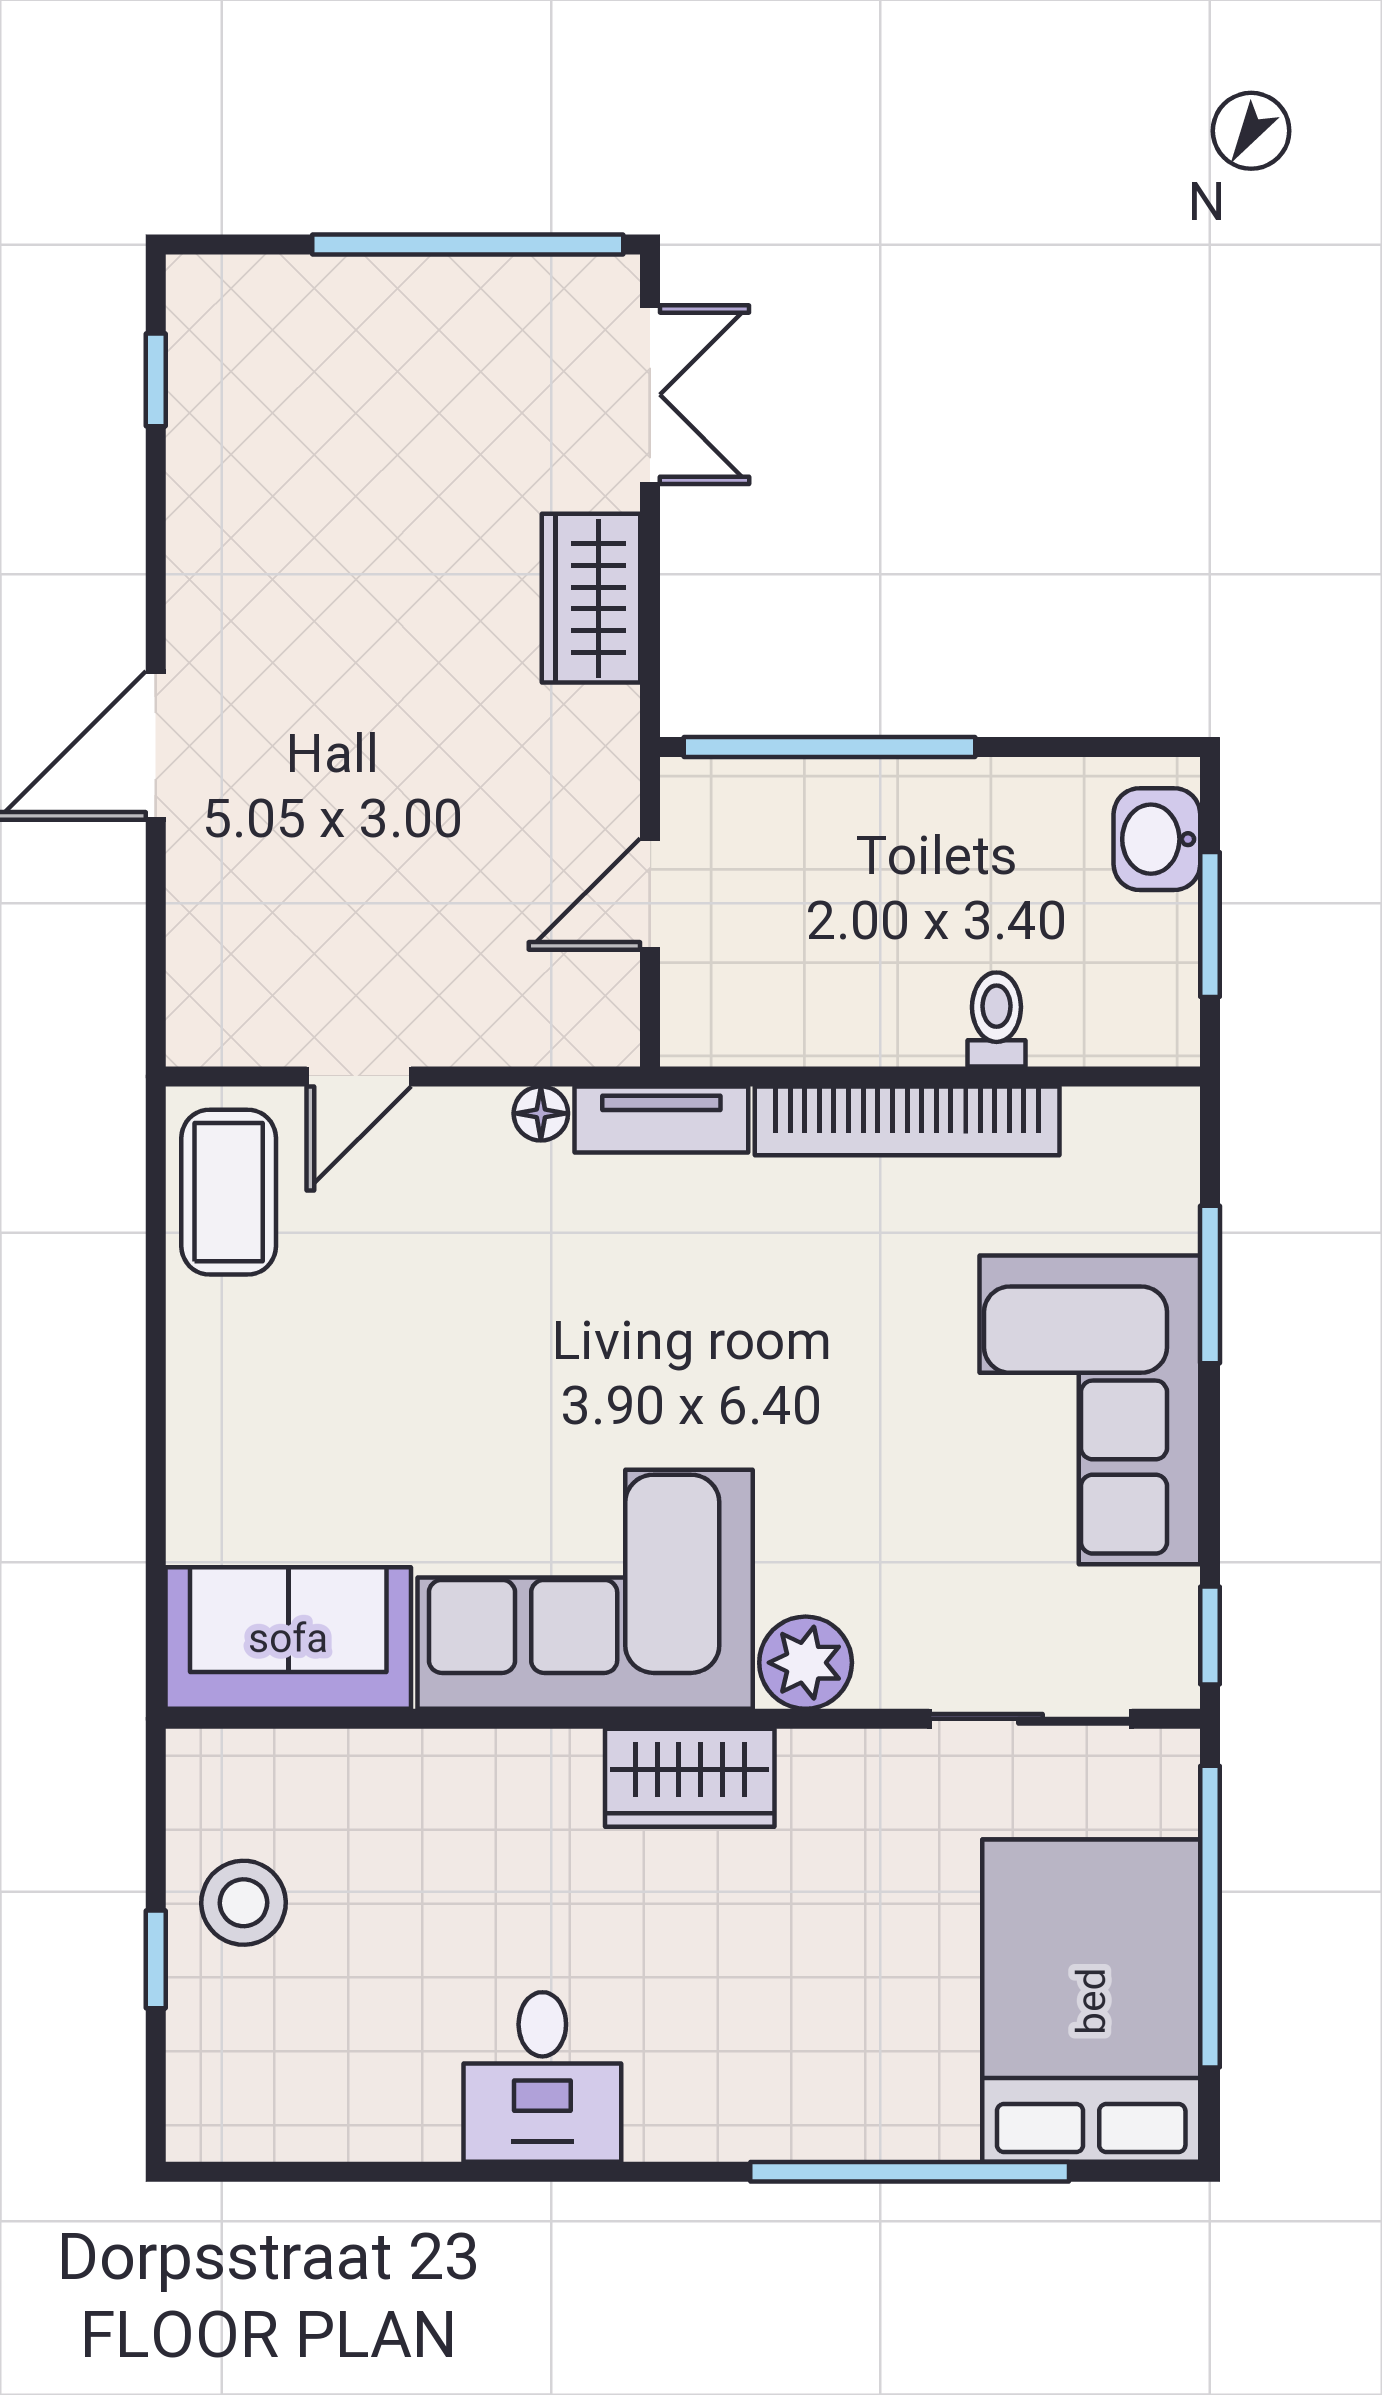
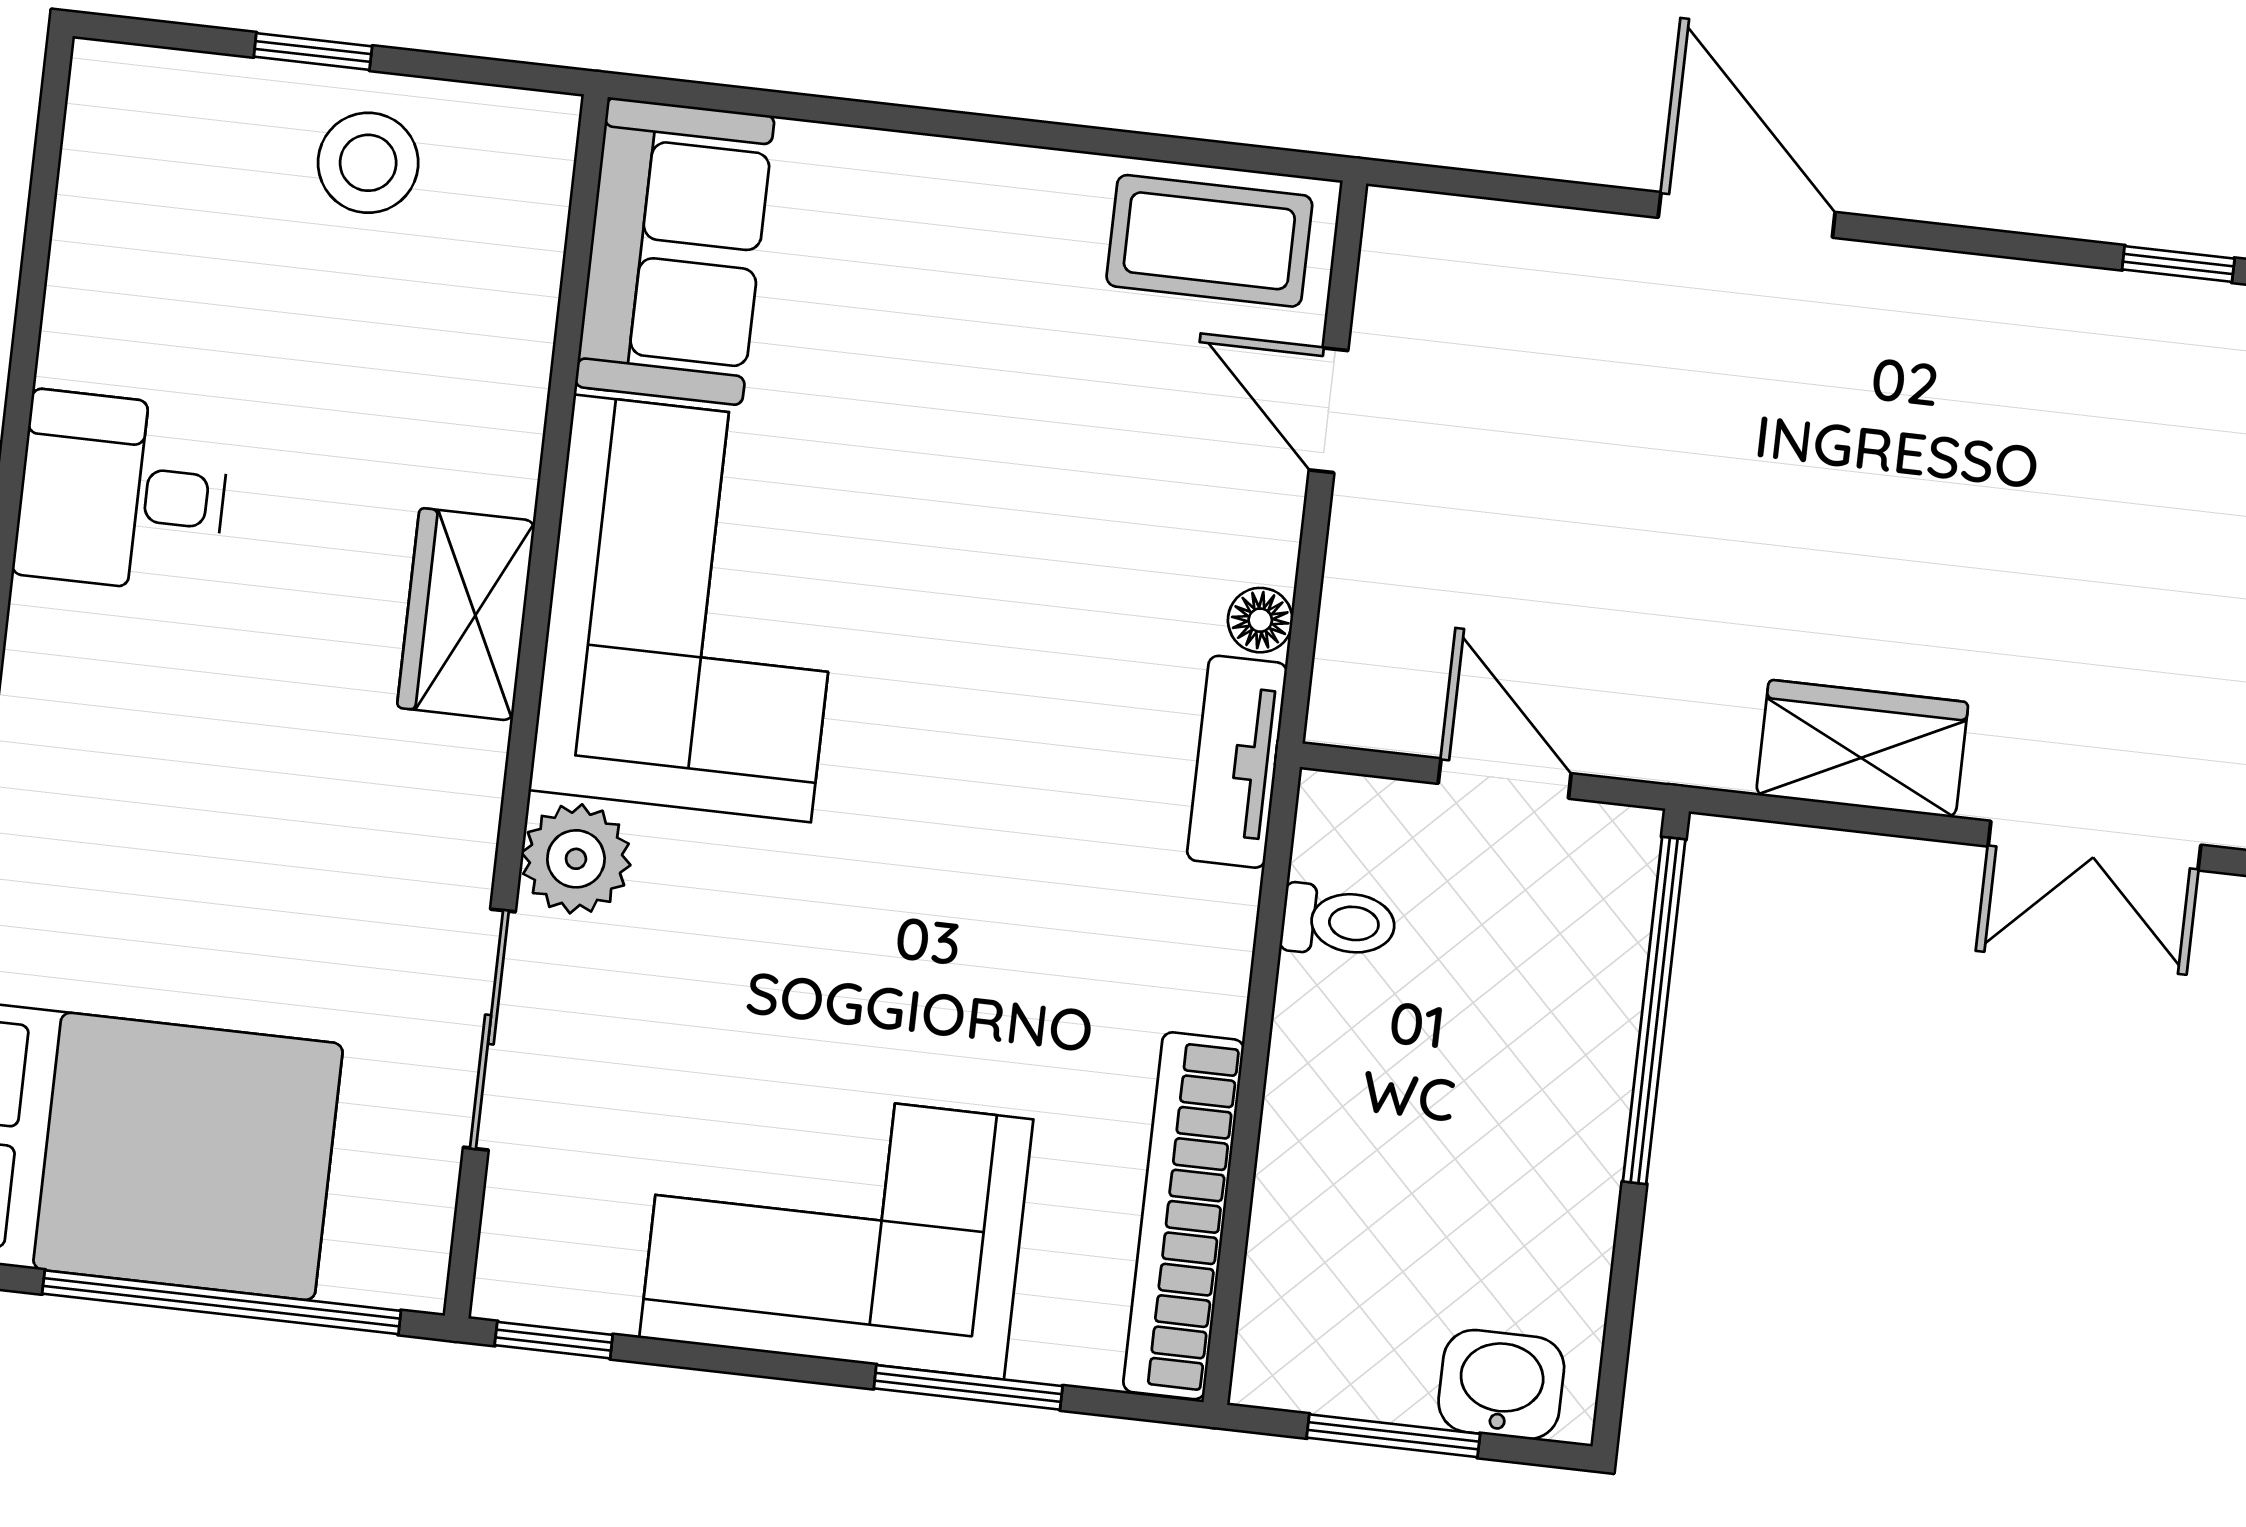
toilet: (996, 1019) -> (1338, 922), moved
bookcase: (907, 1121) -> (1184, 1216), moved
sliding door: (1031, 1719) -> (489, 1030), moved
wardrobe: (690, 1778) -> (466, 614), moved

